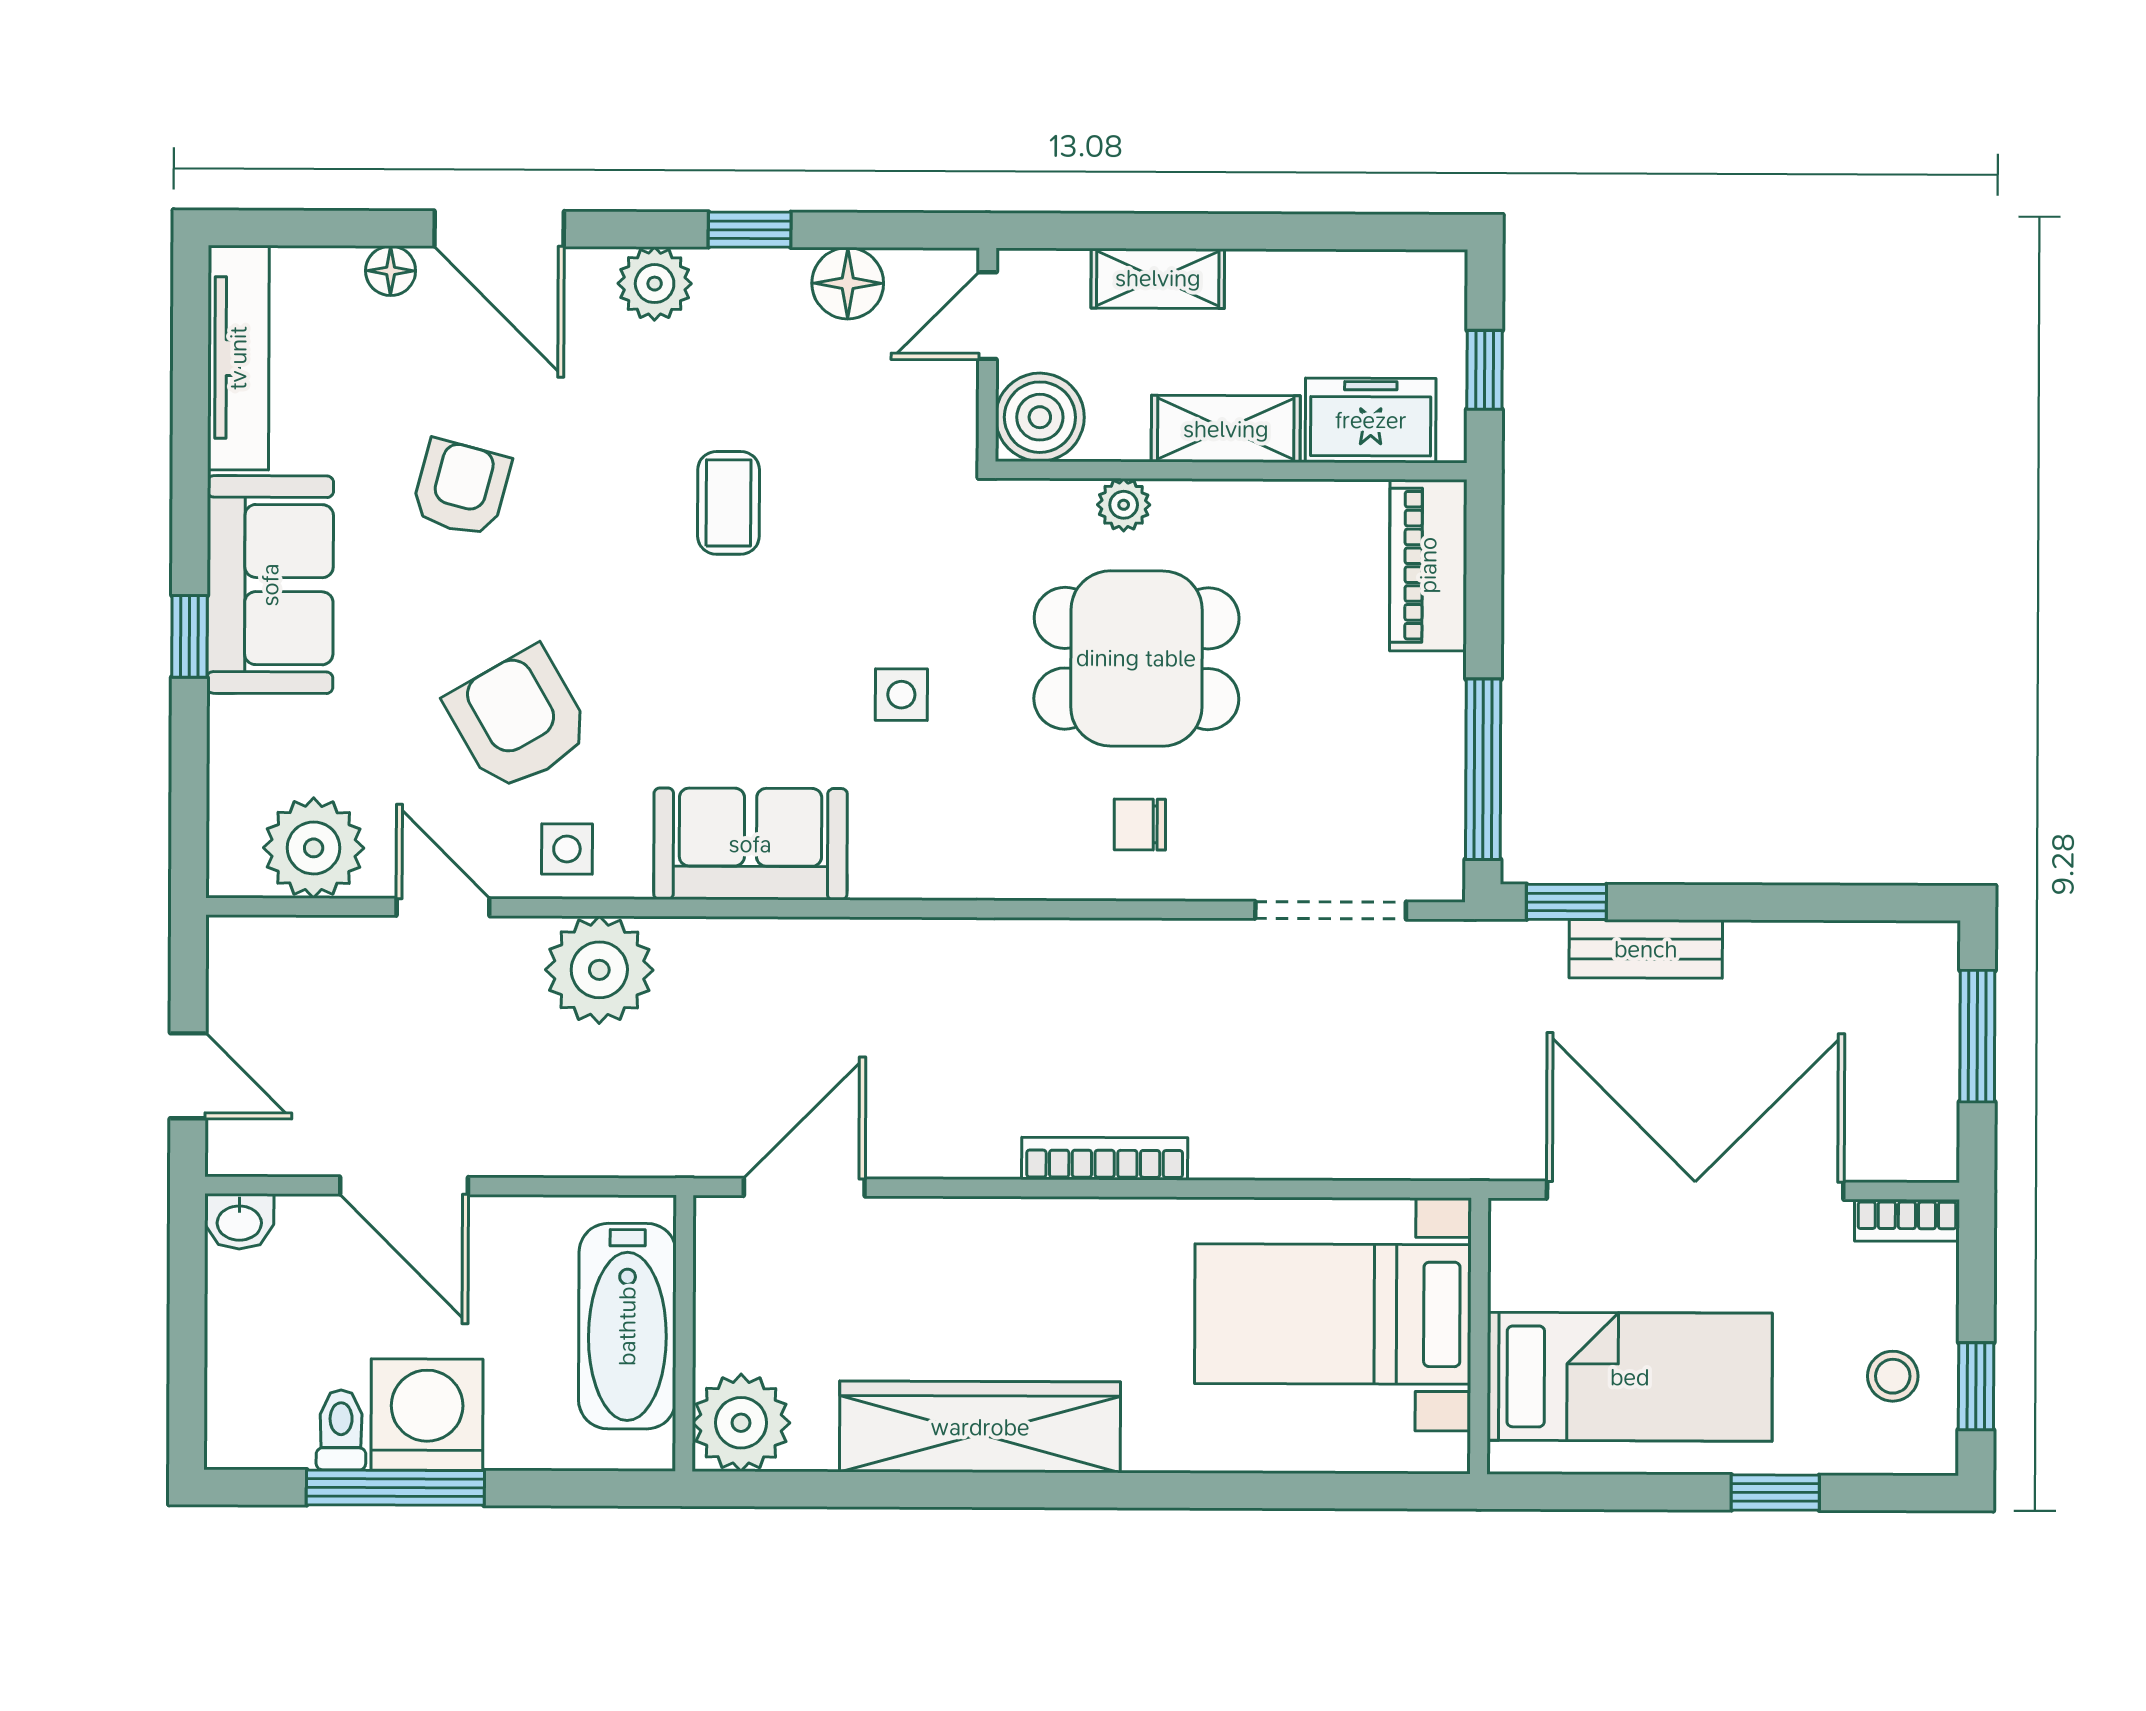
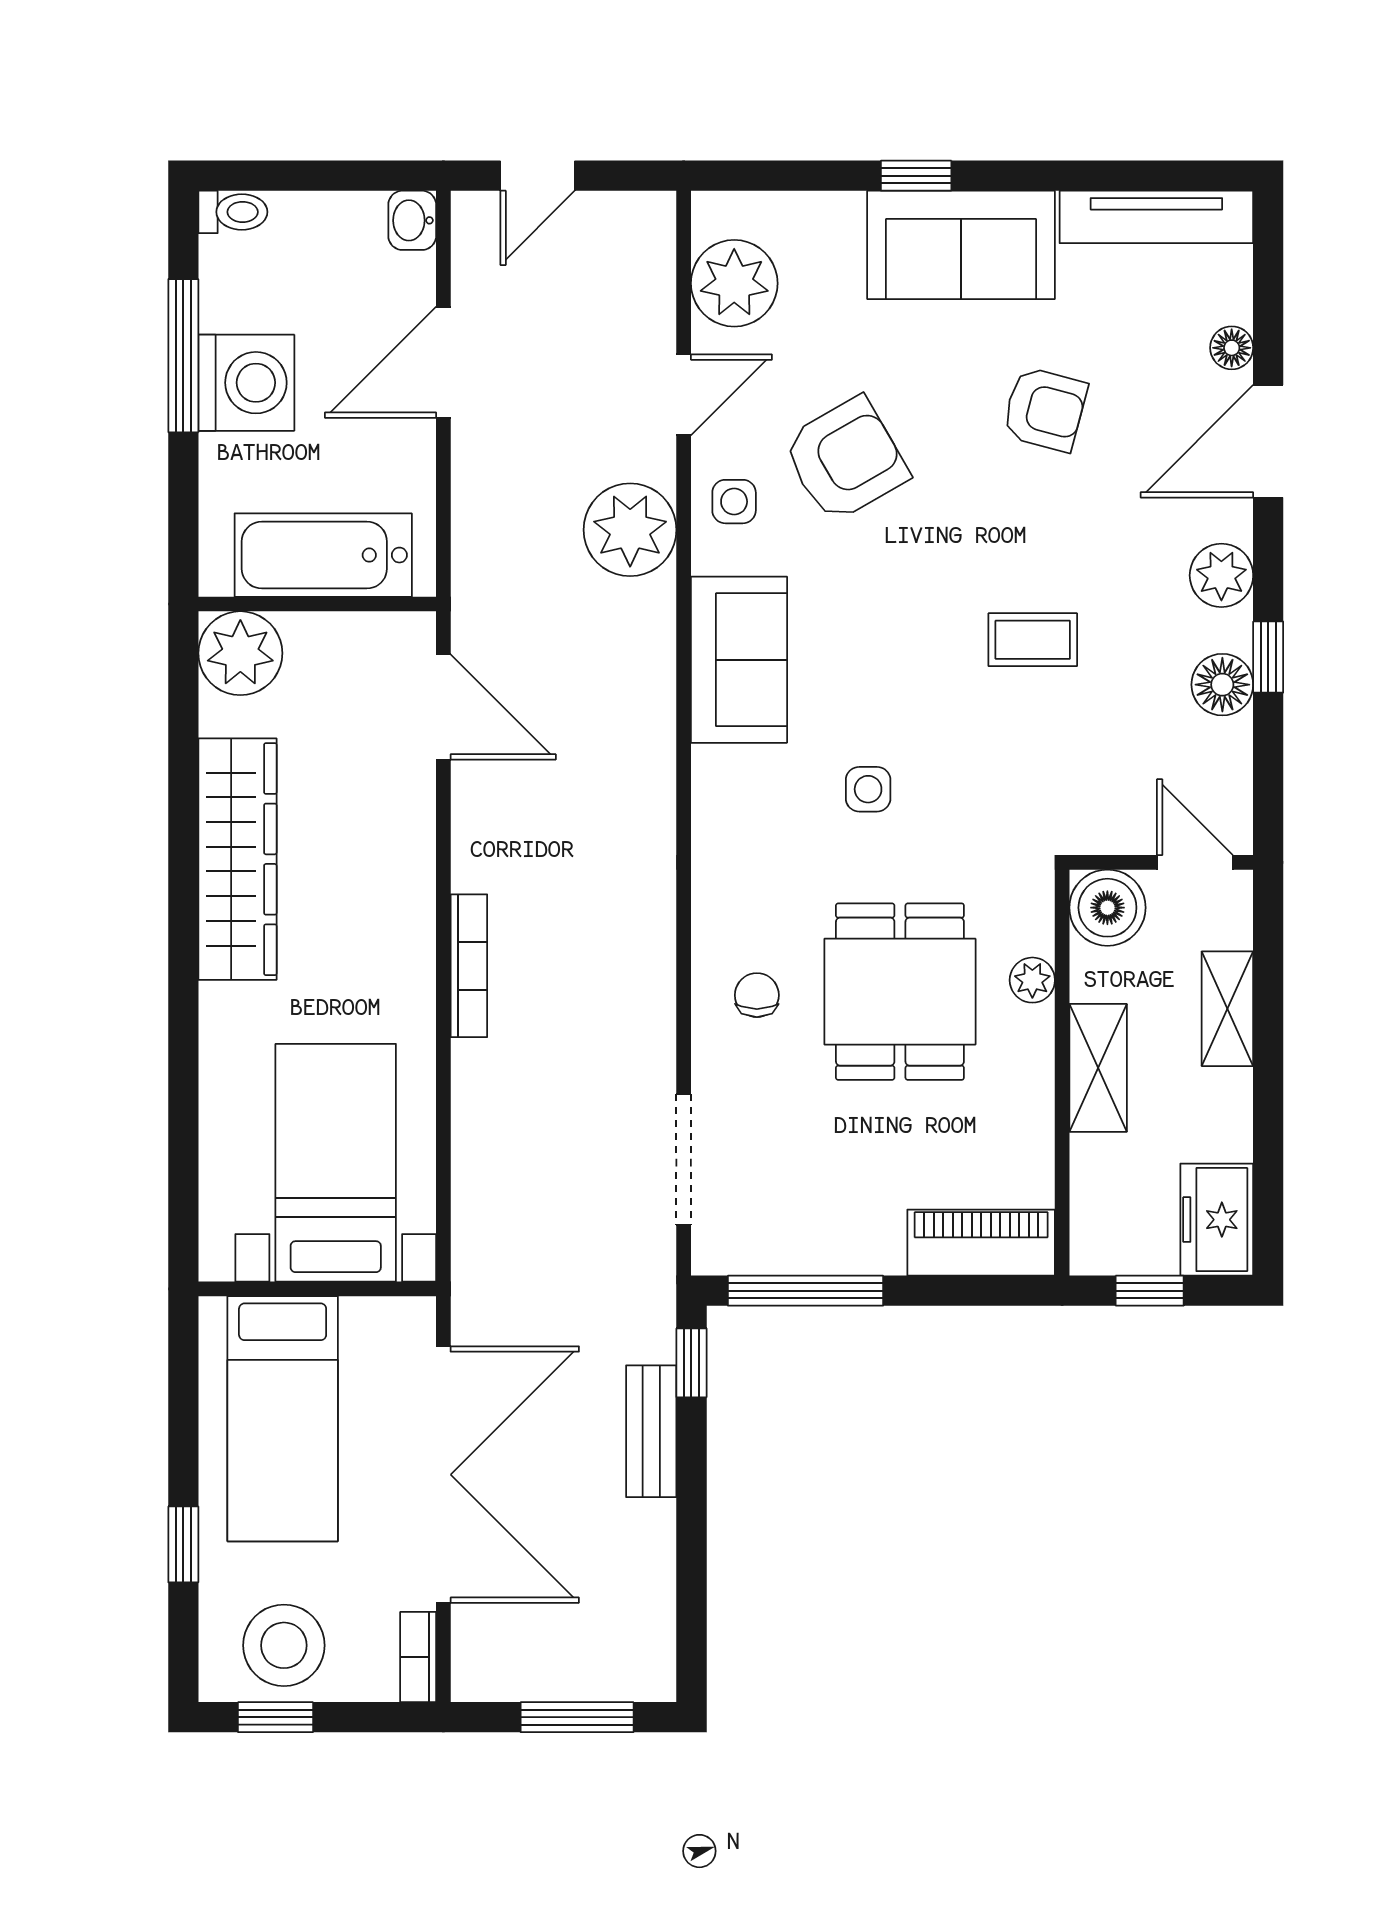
floor lamp: (848, 283) -> (1222, 685), moved
freezer: (1371, 420) -> (1217, 1220), moved, turned 180
stool: (1893, 1376) -> (284, 1645), width x1.89, depth x1.89
toilet: (341, 1430) -> (233, 212), moved

